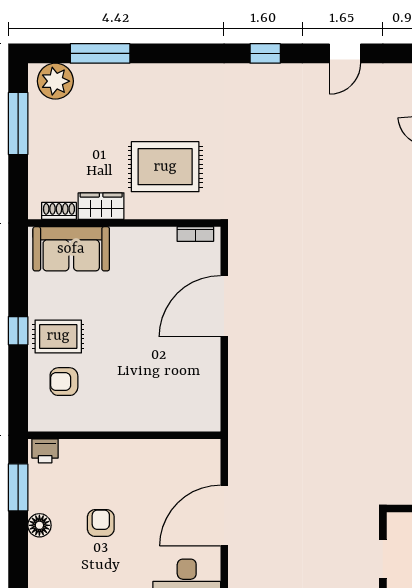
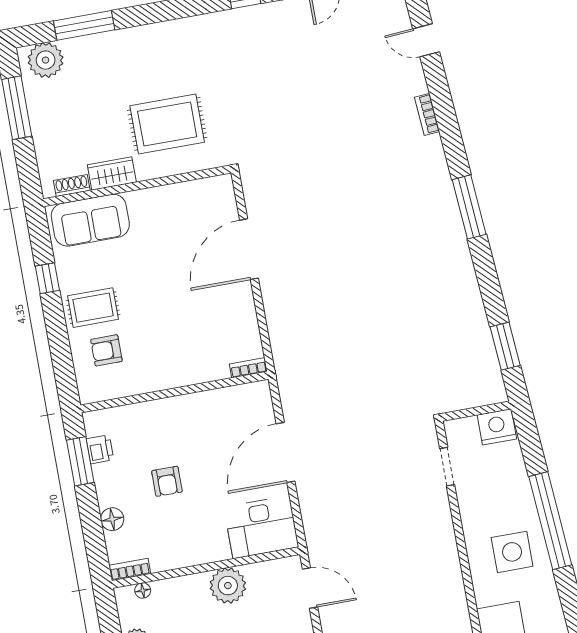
bookcase: (195, 234) -> (248, 368), moved, turned 180
window: (18, 331) -> (47, 278), moved
printer: (45, 451) -> (100, 449), moved, turned -90
armchair: (101, 523) -> (167, 481), turned 180
floor lamp: (39, 525) -> (112, 519), moved

